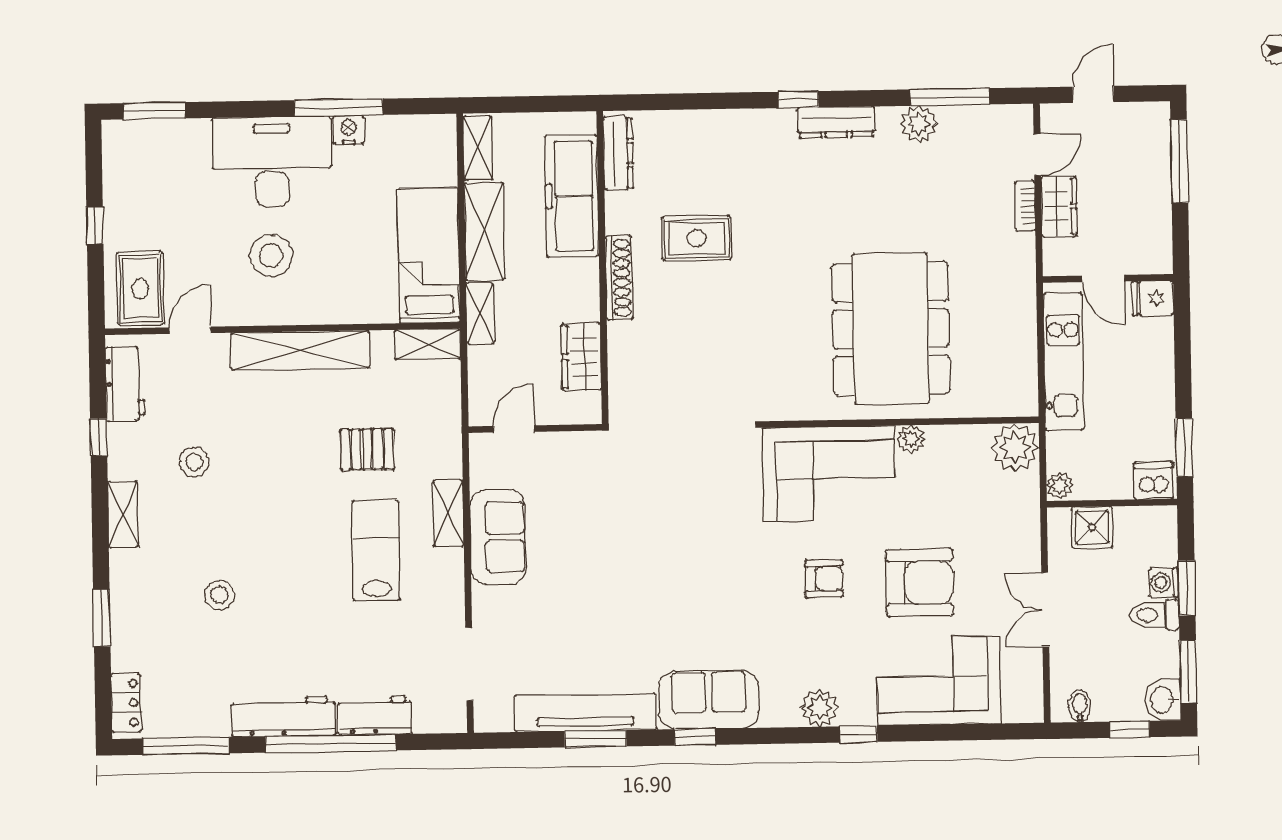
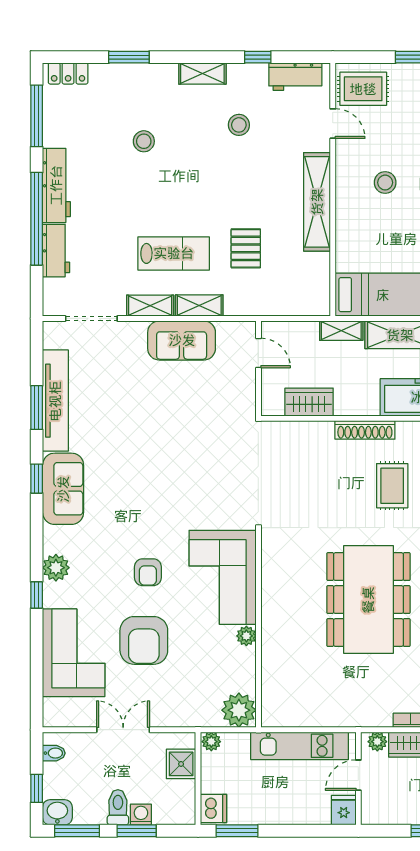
plant: (1056, 253) -> (377, 742), added
stool: (271, 255) -> (385, 183), width x0.73, depth x0.73
dining table: (891, 329) -> (368, 600), moved, turned 90
shelving: (428, 344) -> (150, 306), moved, turned 90

